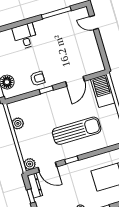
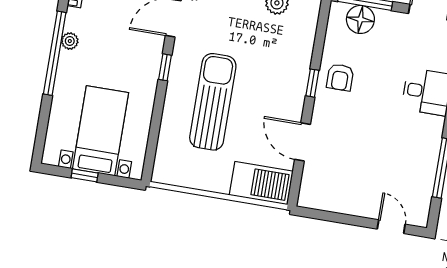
door: (94, 23) -> (391, 227), hinge flipped
sun lounger: (77, 131) -> (213, 102), turned 180

